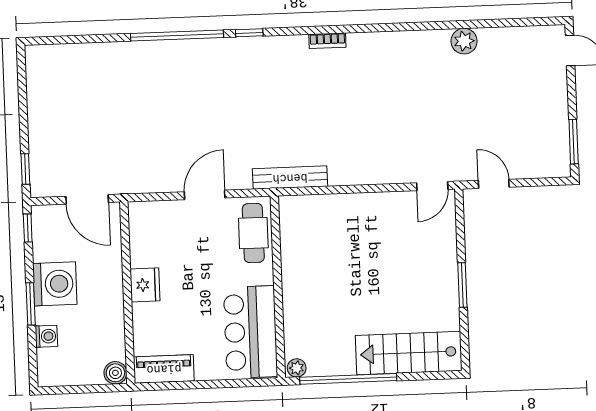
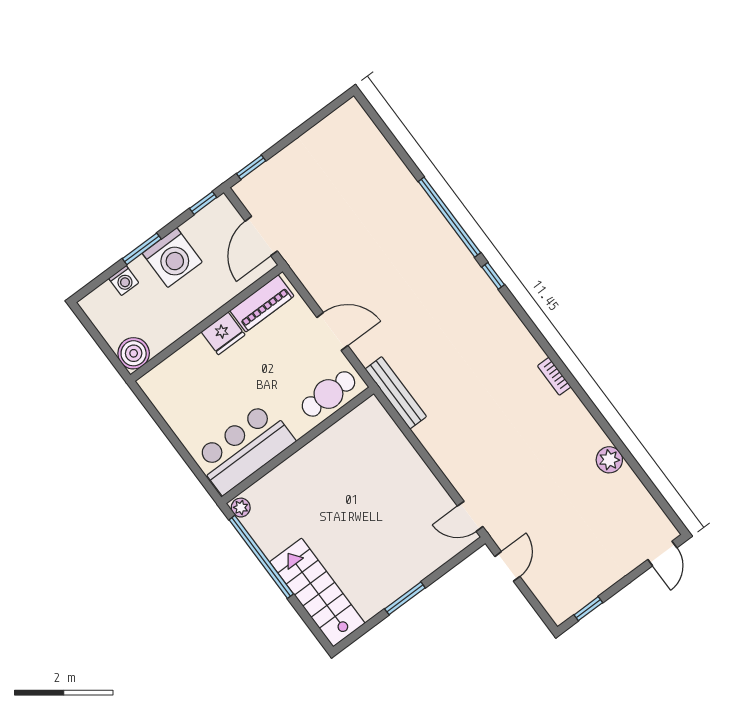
bookcase: (327, 41) -> (554, 376), moved
window: (574, 142) -> (588, 609), width x0.67
piano: (164, 369) -> (262, 303), moved, turned 90
boiler: (115, 373) -> (134, 353), width x1.36, depth x1.36

